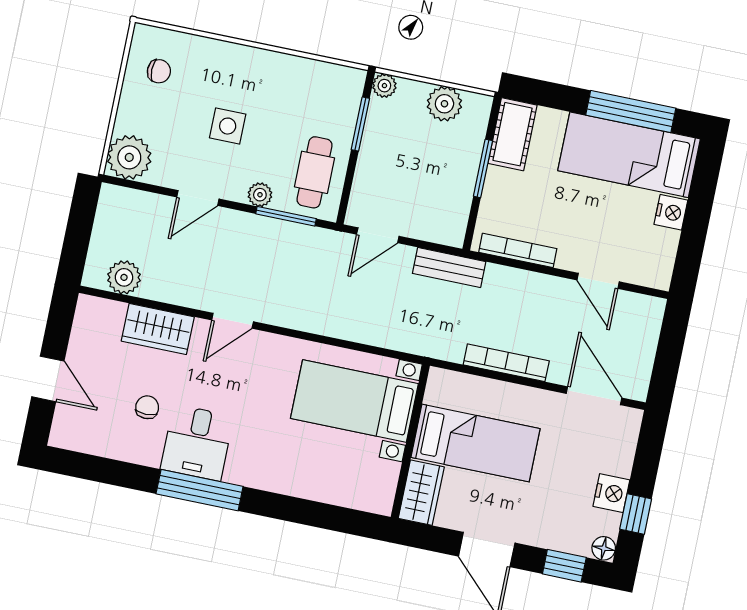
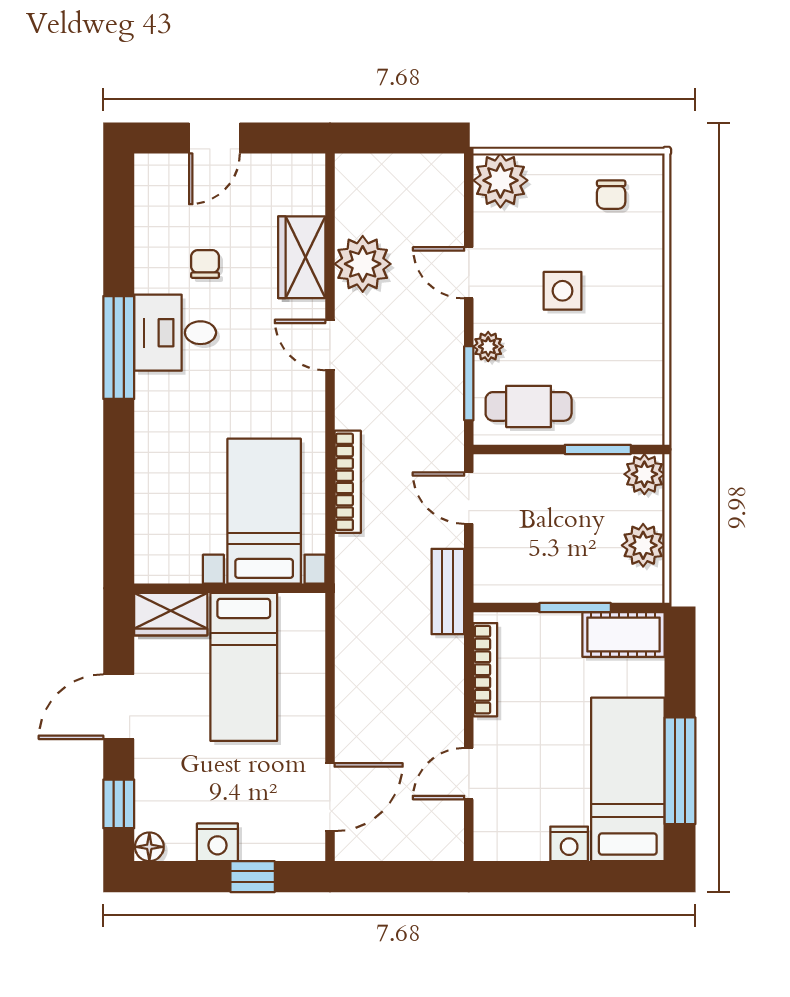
plant: (384, 86) -> (644, 474), width x1.38, depth x1.38
plant: (124, 277) -> (363, 264), moved, width x1.36, depth x1.36
bookcase: (506, 363) -> (348, 482), moved
chair: (147, 407) -> (205, 264), turned -90
window: (636, 514) -> (253, 877), moved

